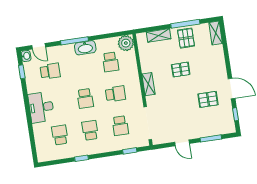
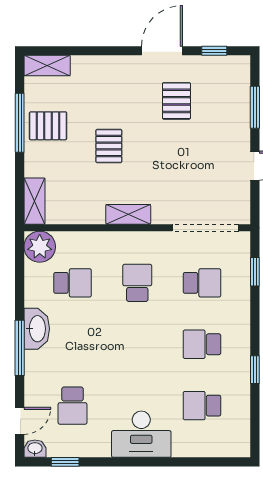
shelving: (159, 35) -> (35, 201), moved
school desk: (50, 71) -> (72, 406), turned 180
school desk: (85, 98) -> (137, 344), removed

